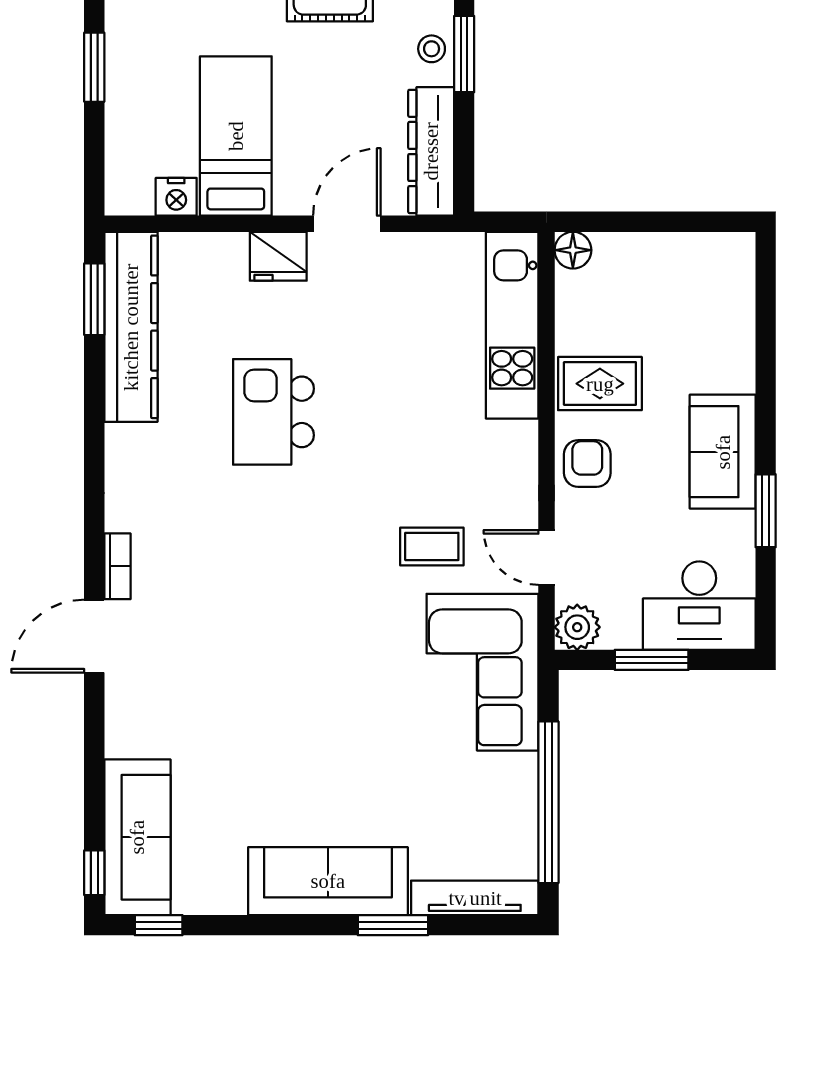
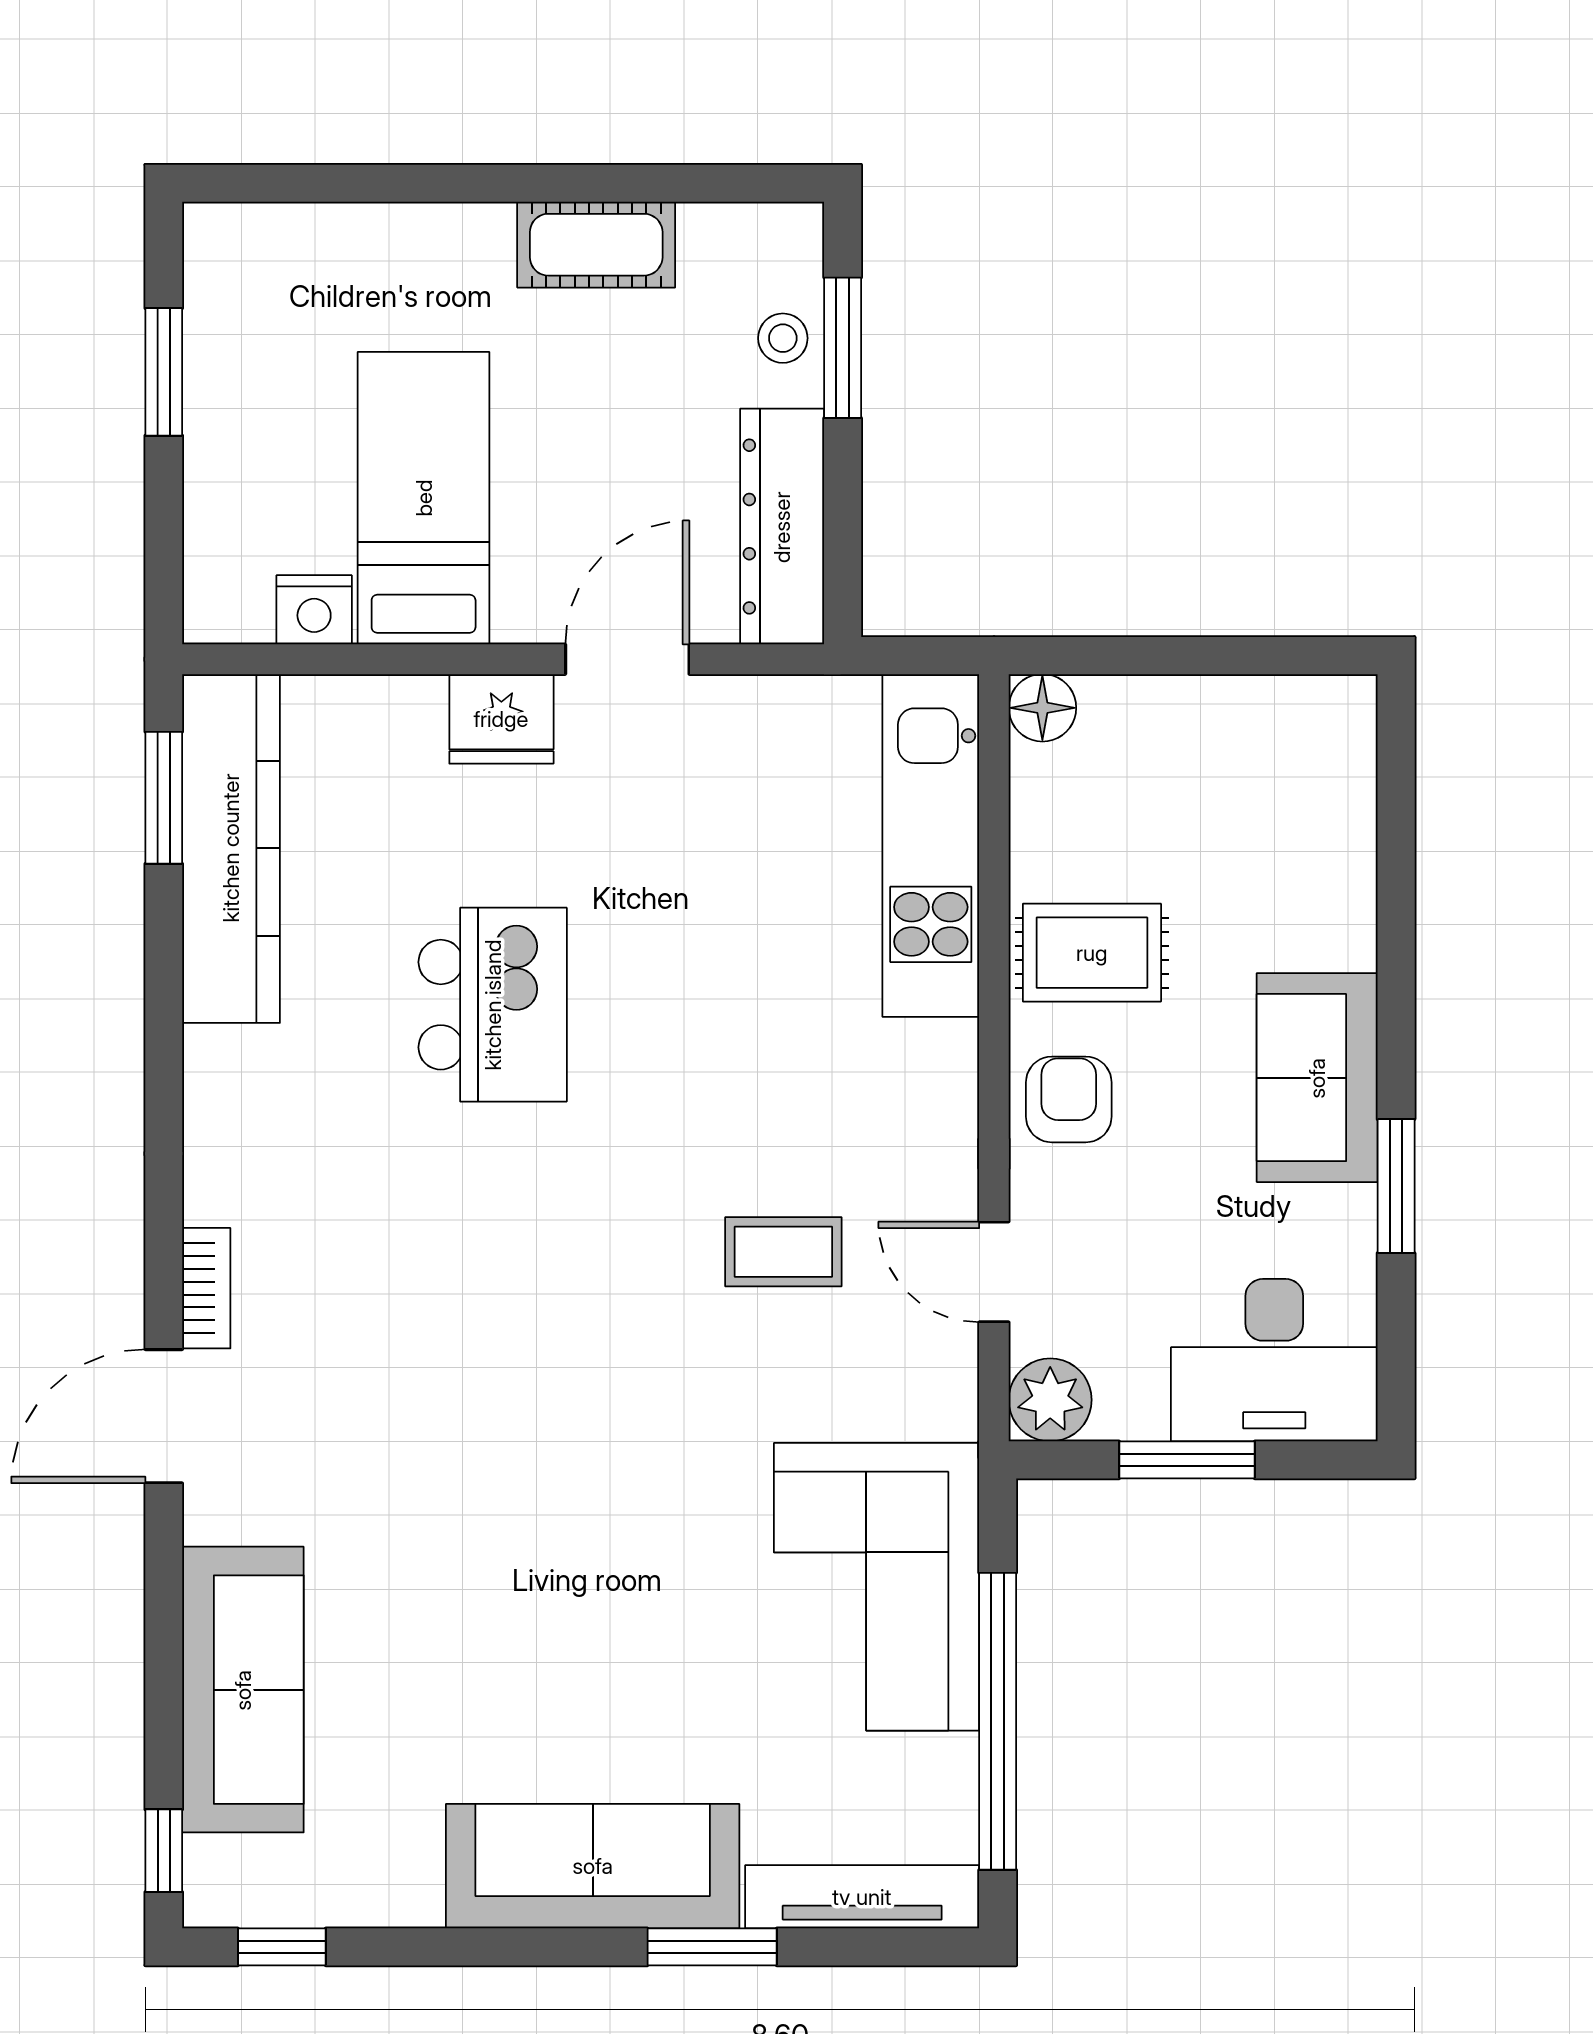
kitchen island: (273, 412) -> (493, 1005), turned 180
corner sofa: (483, 672) -> (876, 1587), moved
sofa: (137, 837) -> (243, 1690), moved

